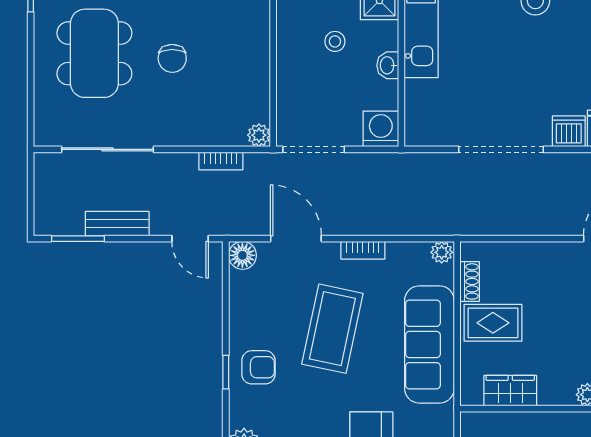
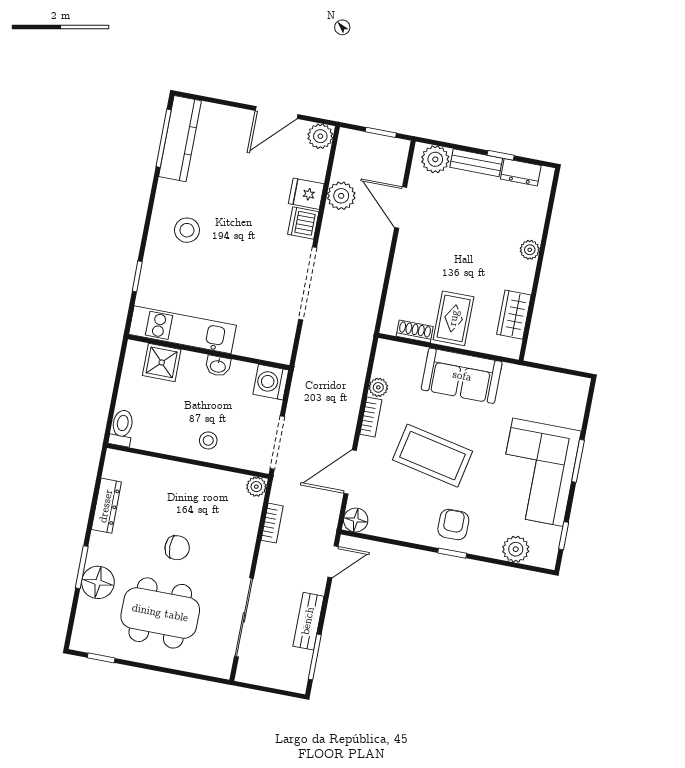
stool: (335, 41) -> (208, 440), moved
plant: (442, 252) -> (378, 387), moved
sofa: (429, 344) -> (462, 376), width x0.73

